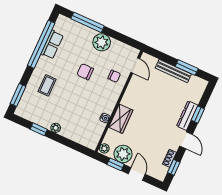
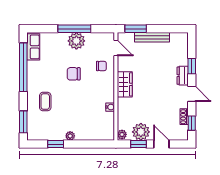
window: (88, 22) -> (74, 29), moved
row of seats: (52, 45) -> (33, 47), moved
window: (187, 68) -> (136, 29), moved
dresser: (187, 116) -> (183, 76), width x0.70
wardrobe: (121, 119) -> (125, 84), moved

